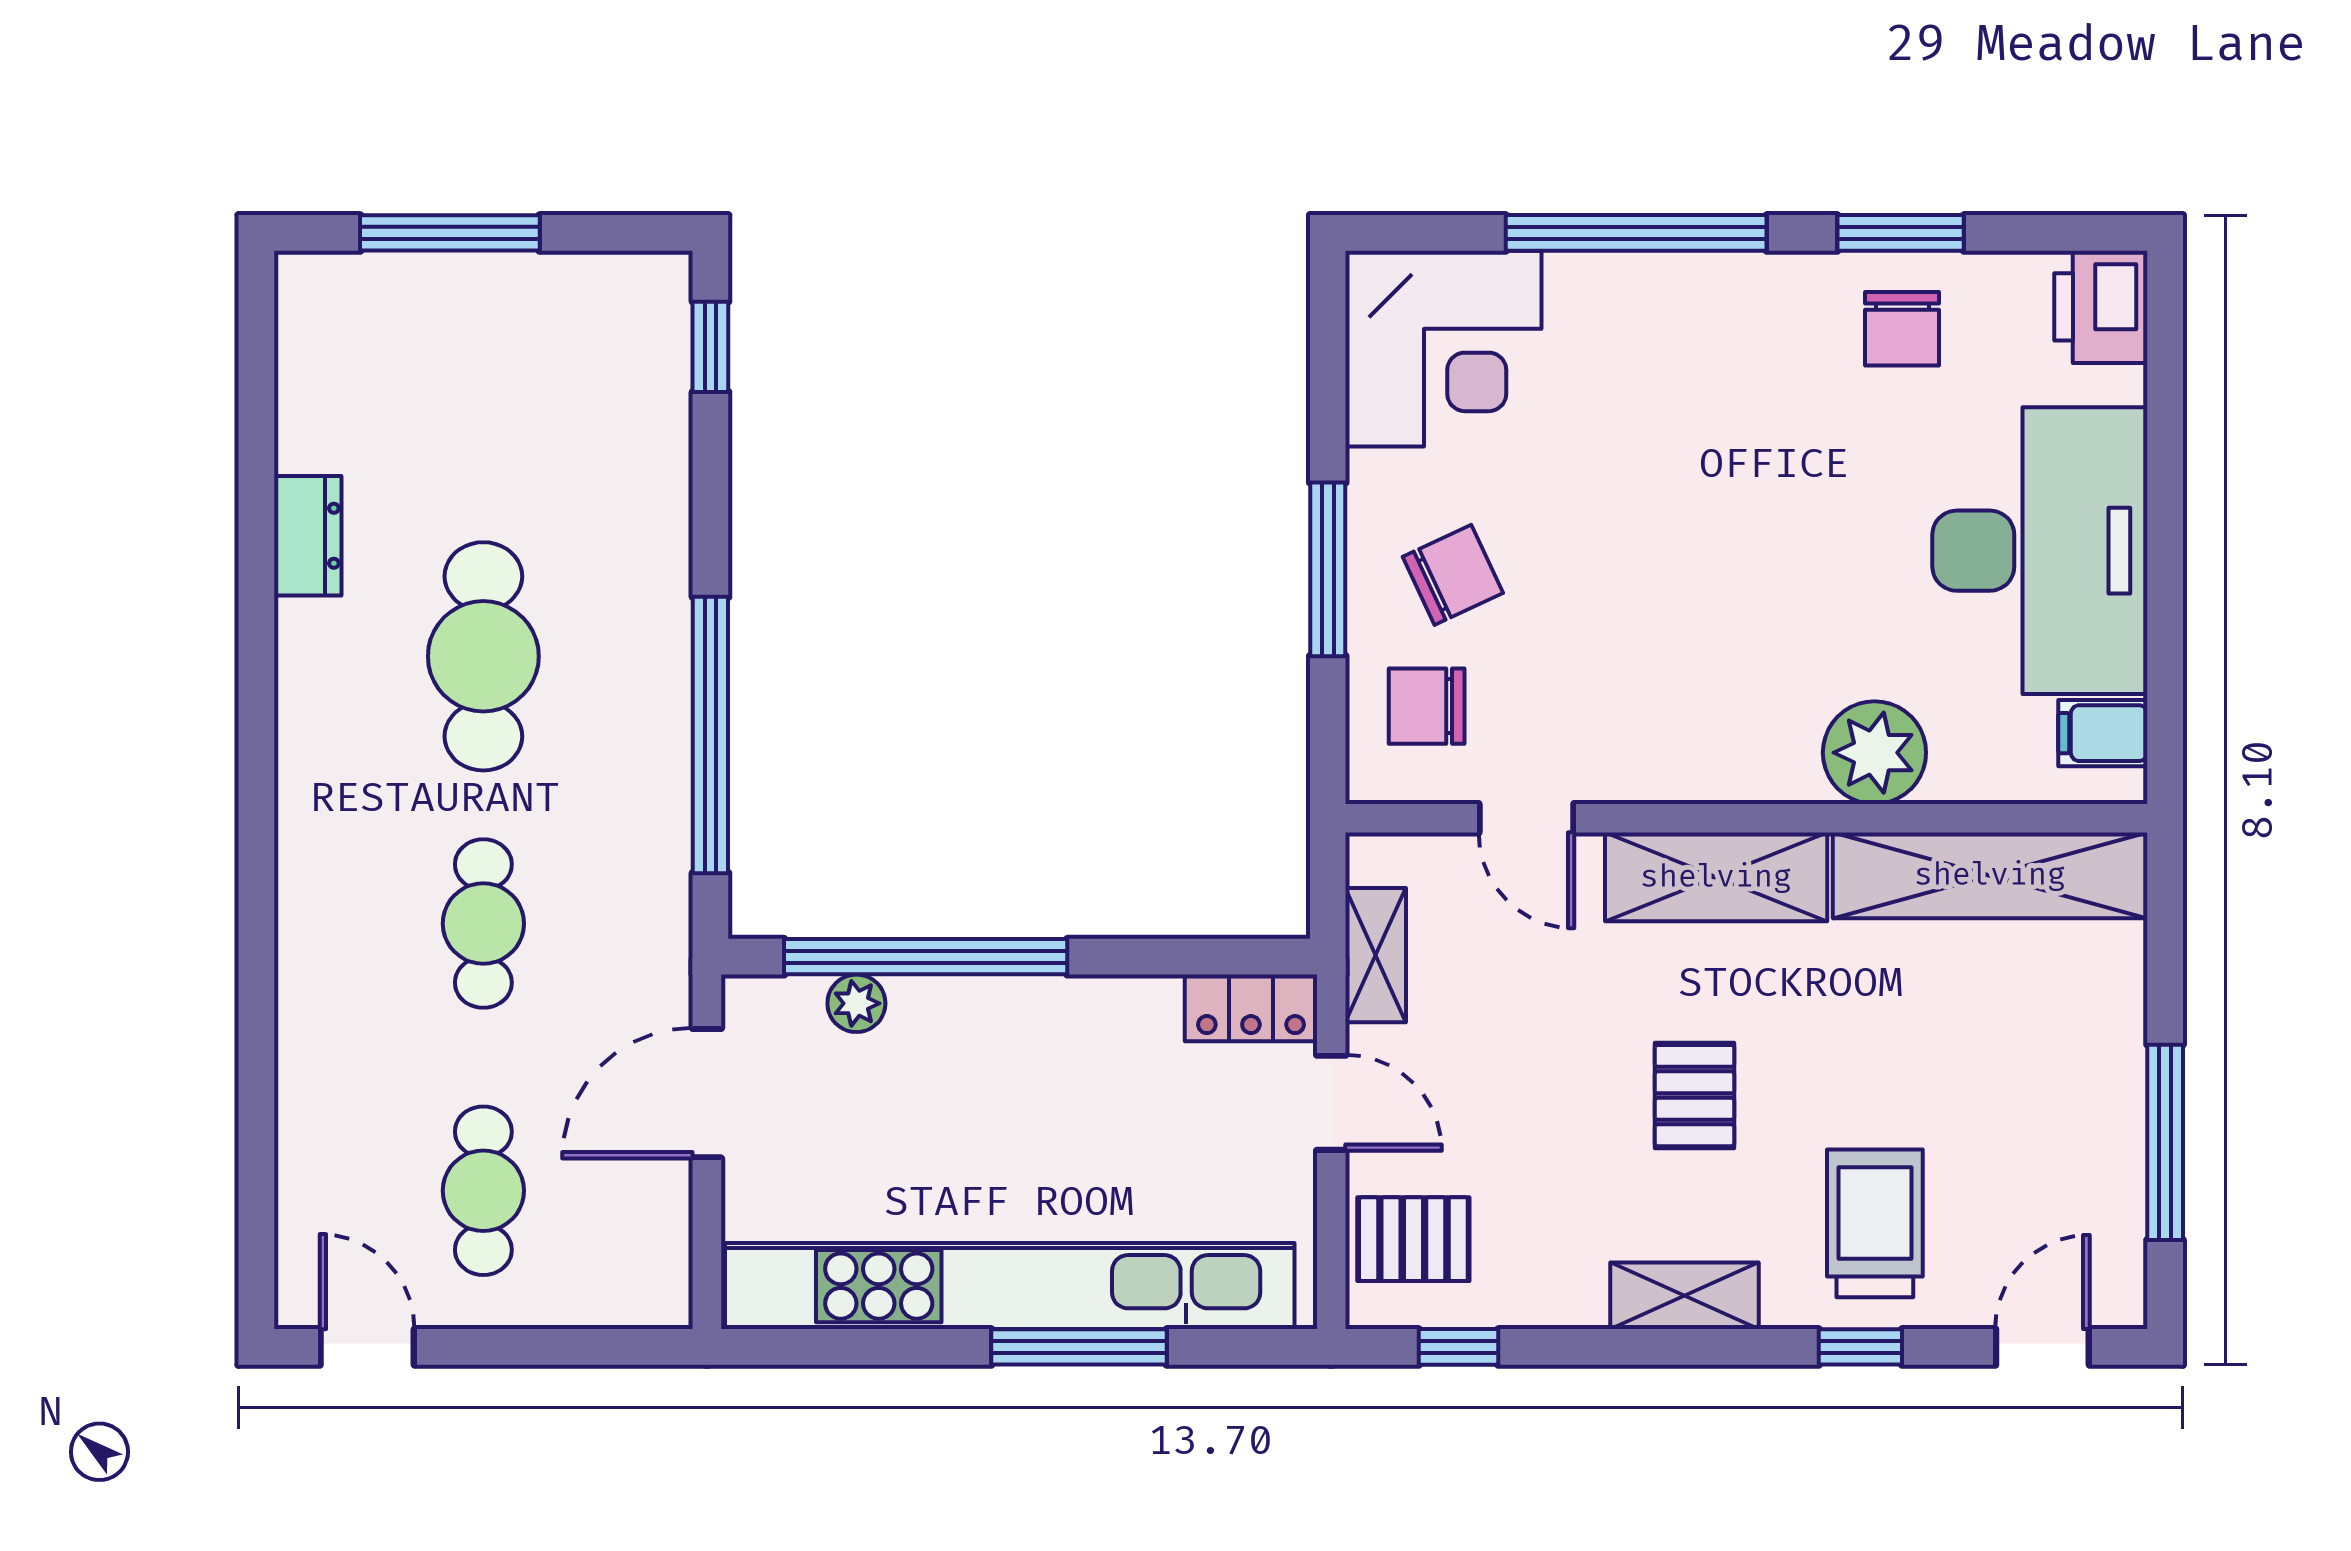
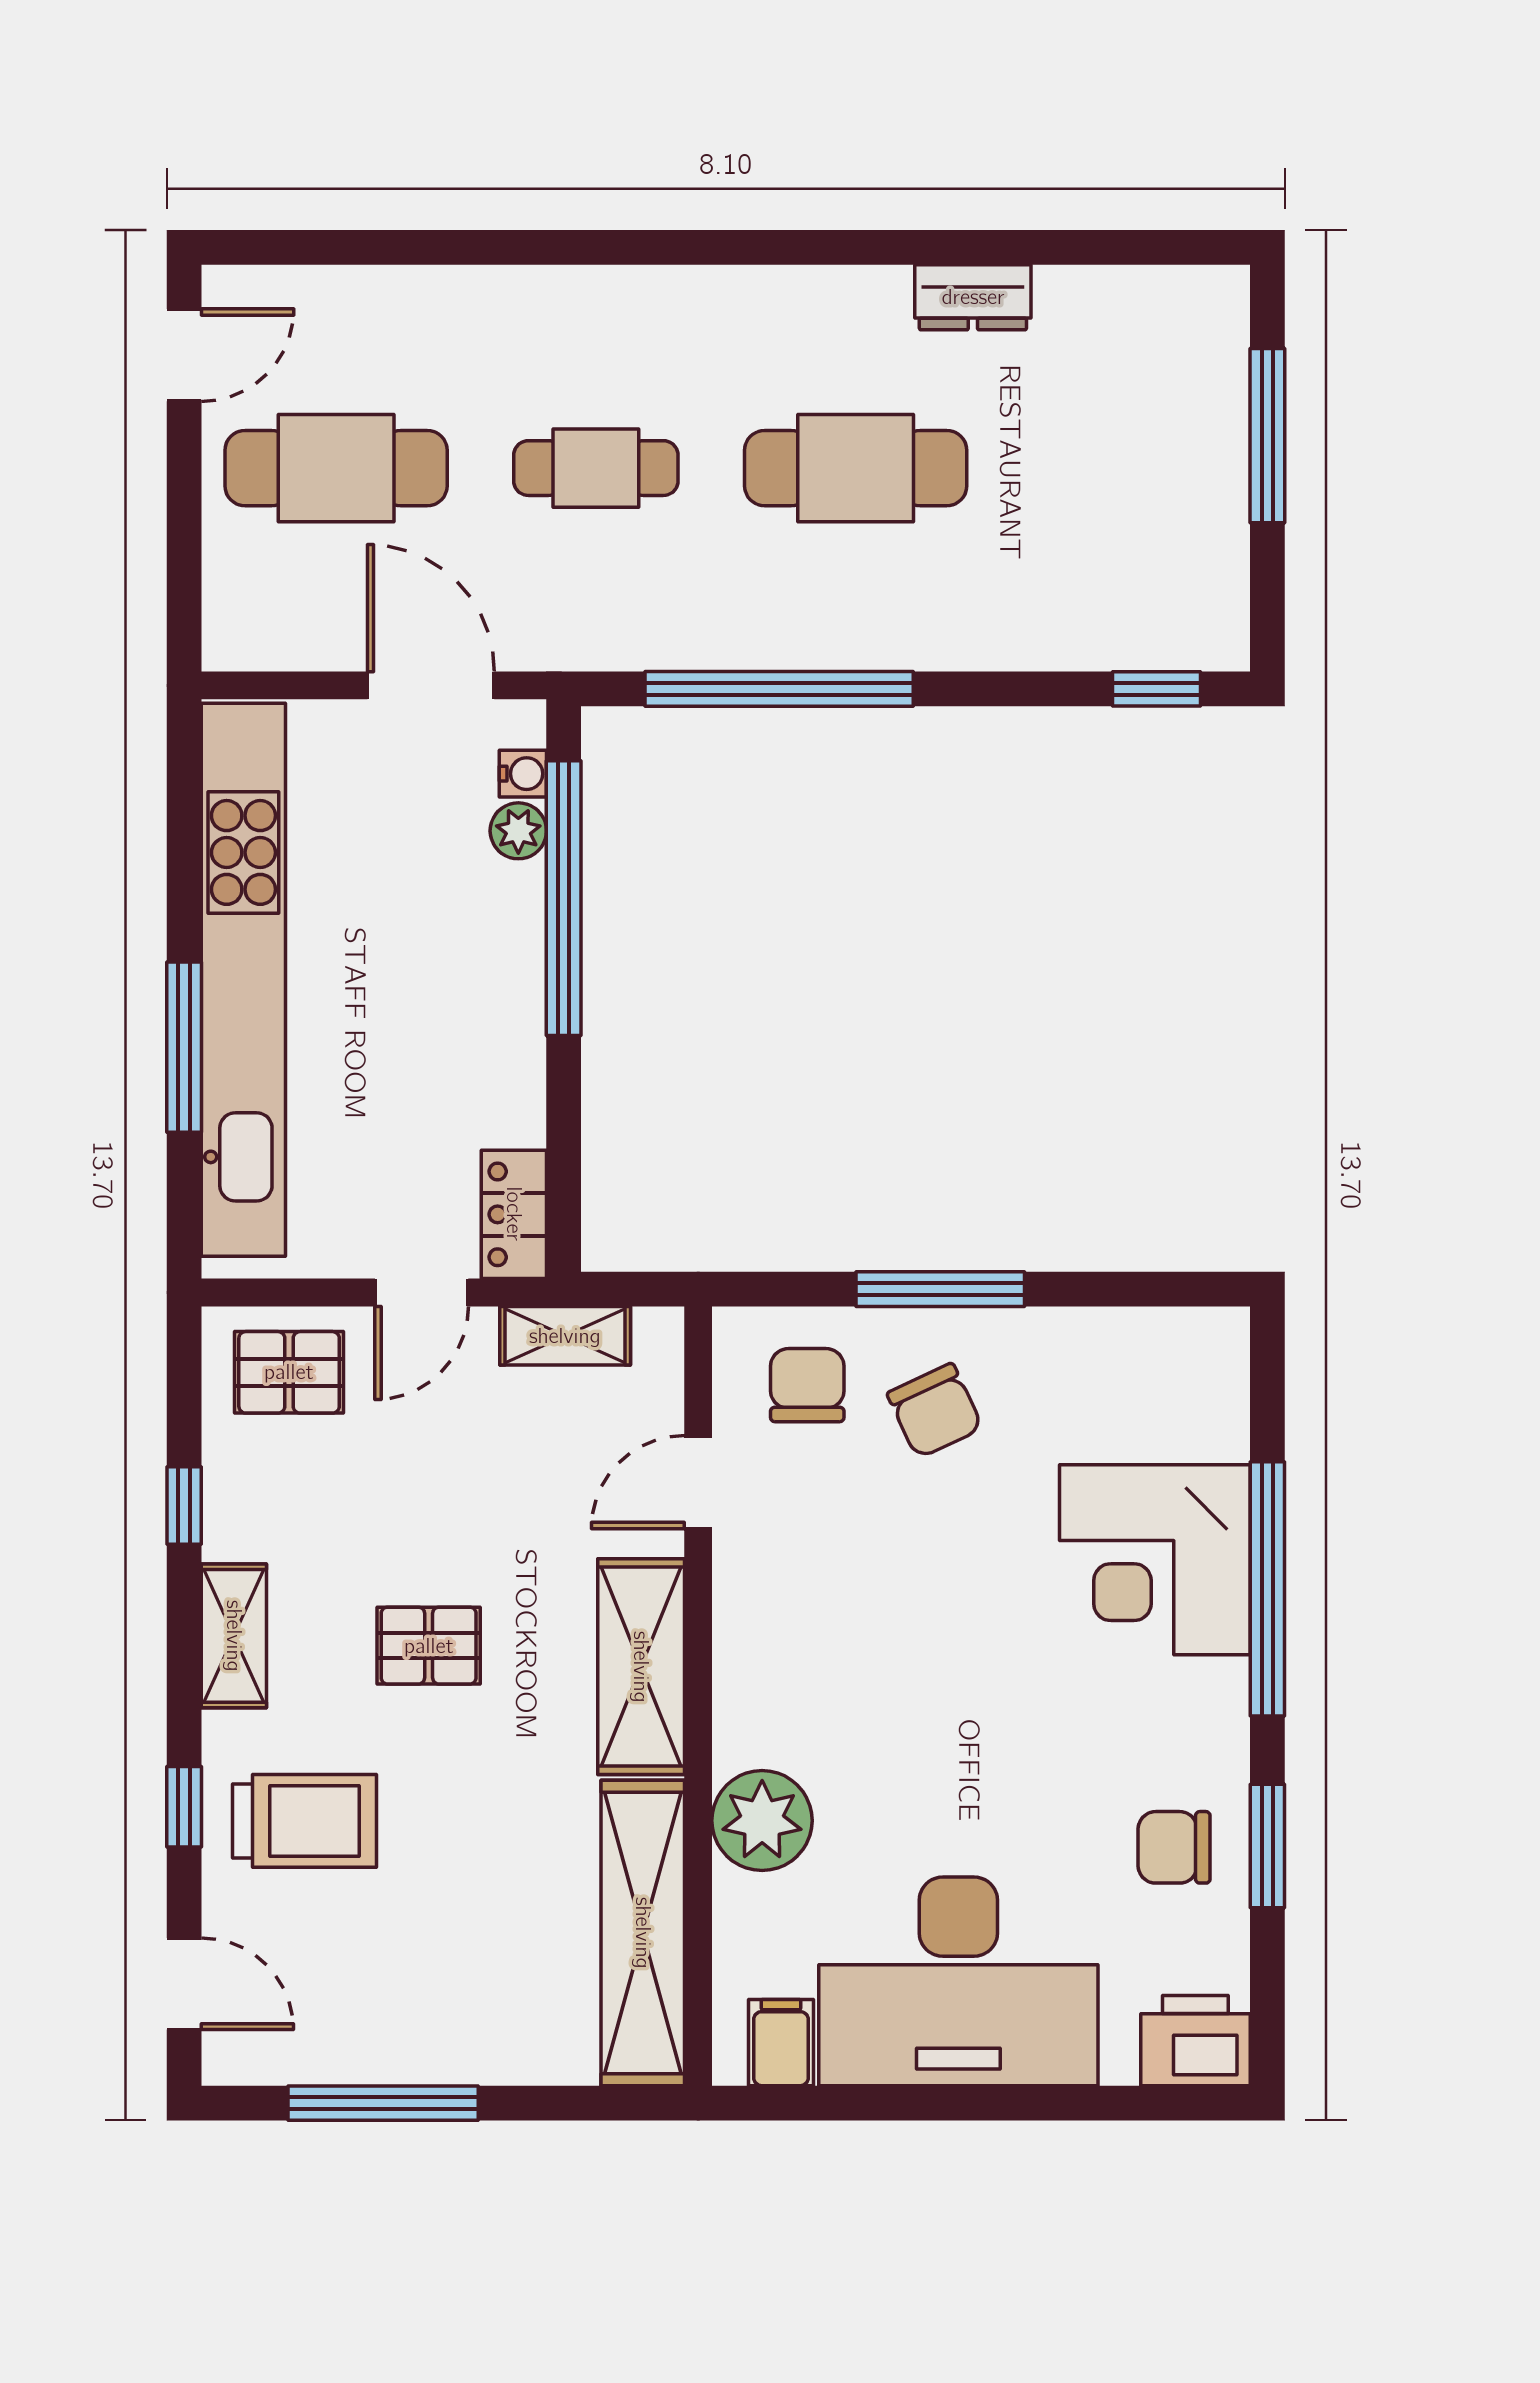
corner desk: (1443, 349) -> (1155, 1560), moved
water cooler: (798, 999) -> (523, 774), added
cafe table: (483, 1191) -> (336, 468), width x1.37, depth x1.35
pallet: (1413, 1239) -> (289, 1372), turned 90
window: (1458, 1347) -> (184, 1506), moved

